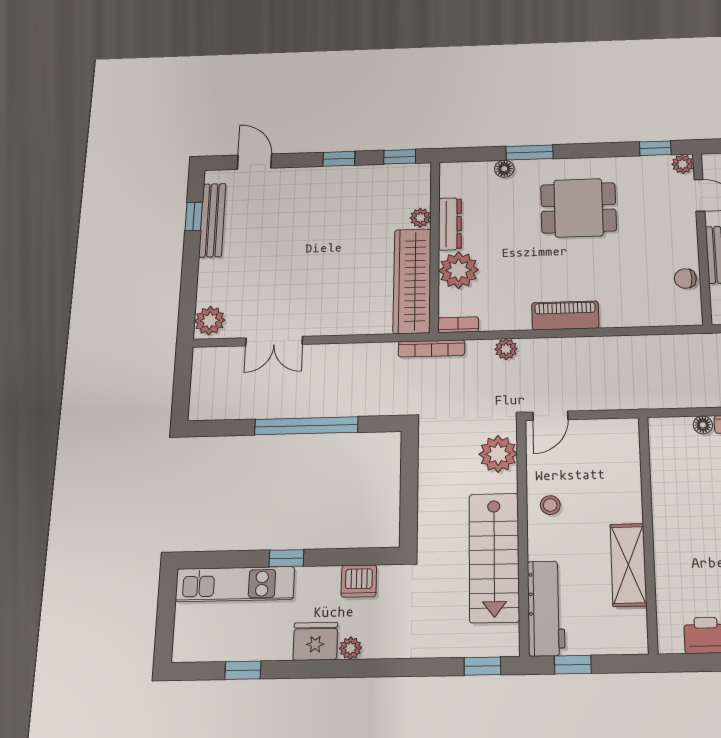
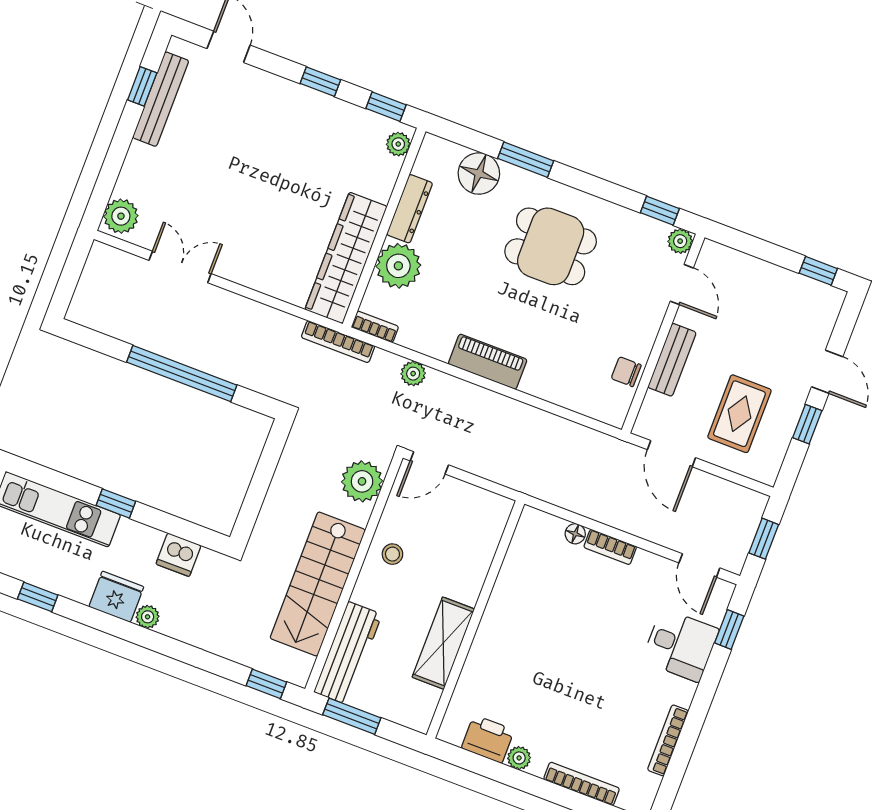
floor lamp: (504, 169) -> (479, 174), width x1.89, depth x1.89
plant: (420, 218) -> (398, 144), moved
double door: (274, 341) -> (180, 267), swing flipped
window: (573, 665) -> (352, 716), width x1.50

